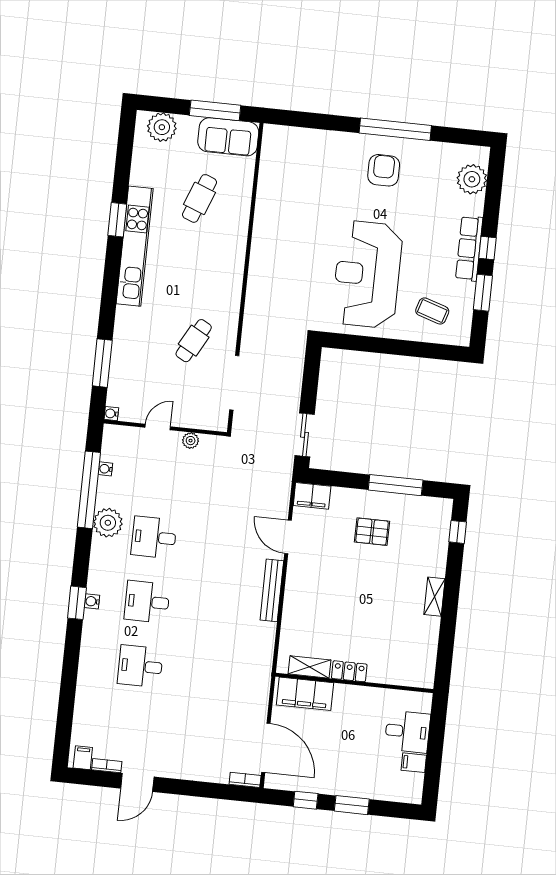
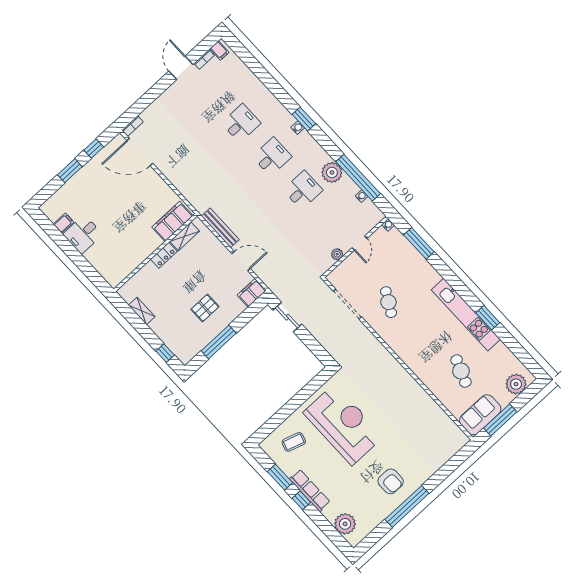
shelving: (310, 667) -> (185, 236), moved
locker: (349, 671) -> (164, 255), moved
wall: (354, 683) -> (155, 253), moved
filing cabinet: (305, 694) -> (172, 221), moved

